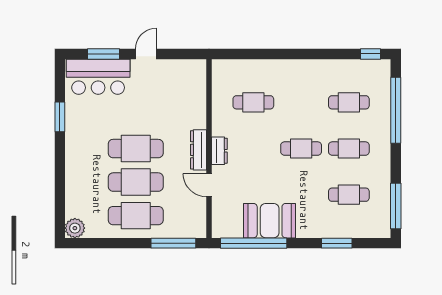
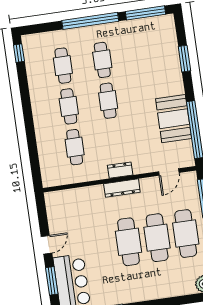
door: (146, 54) -> (46, 245), swing flipped
window: (396, 110) -> (90, 21), moved
door: (209, 185) -> (169, 172), moved
cafe table: (349, 195) -> (69, 106), moved

